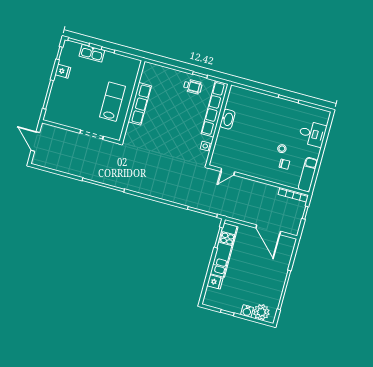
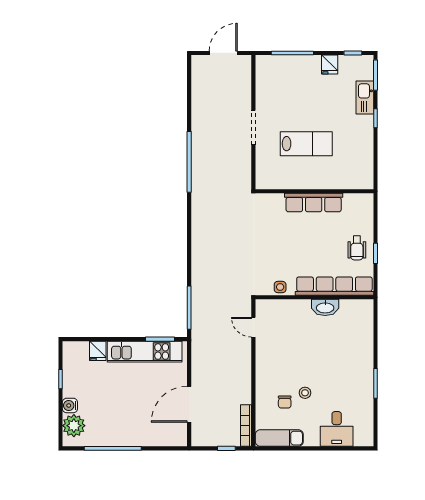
wall: (132, 101) -> (314, 191), moved
row of seats: (140, 104) -> (314, 203), moved

